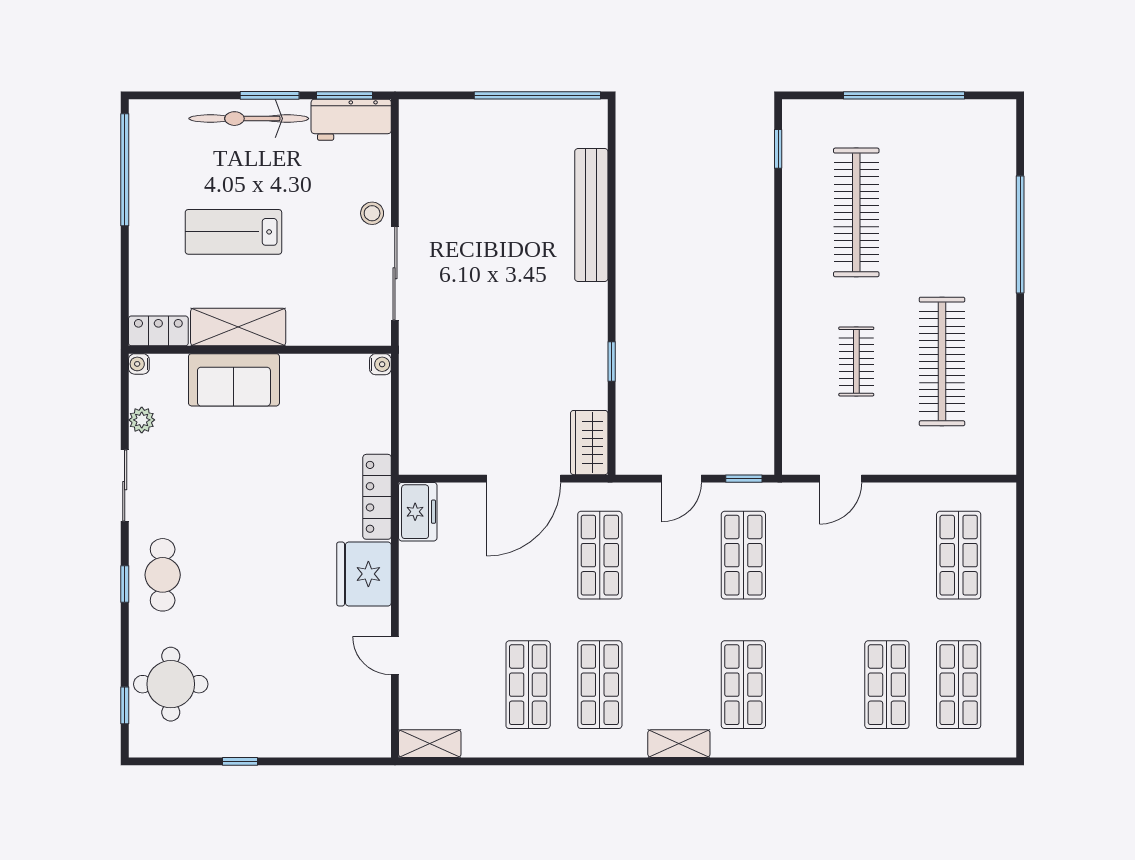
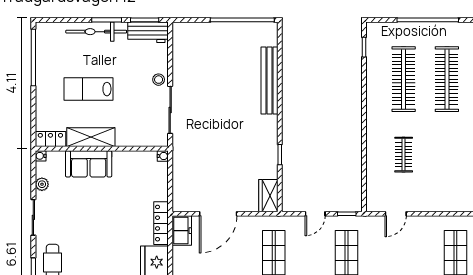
clothes rail: (942, 361) -> (447, 79), moved
door: (524, 479) -> (218, 214), moved

